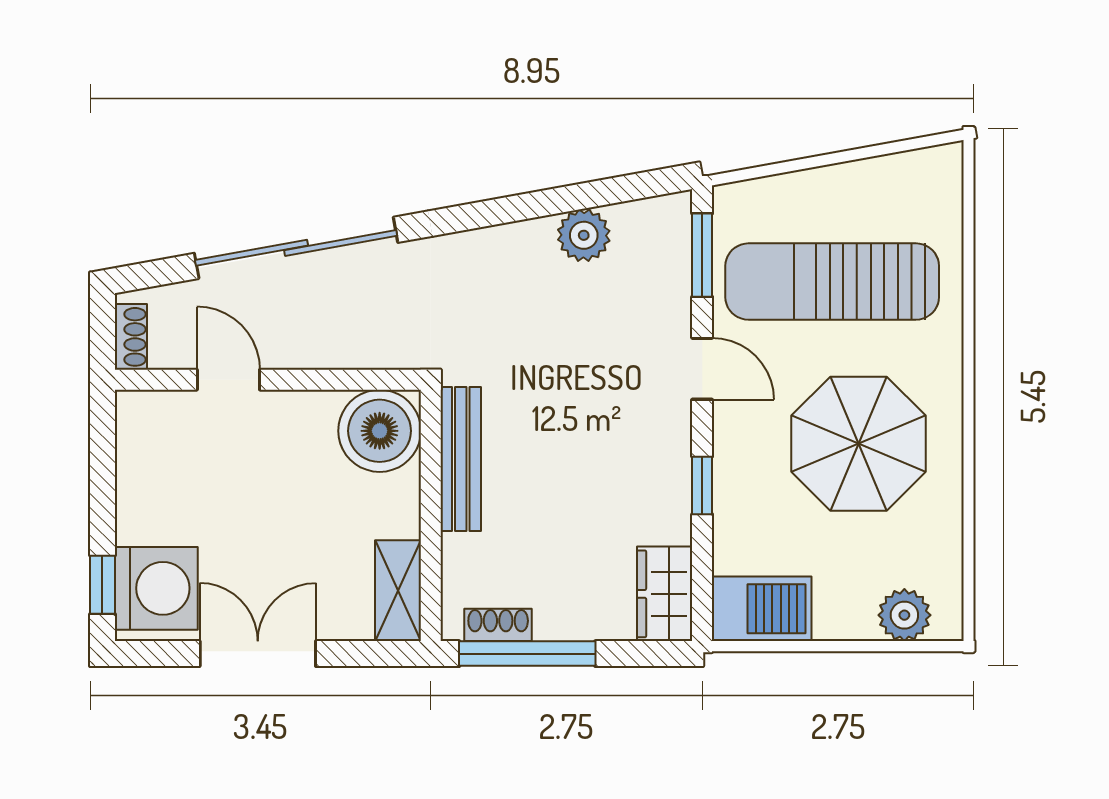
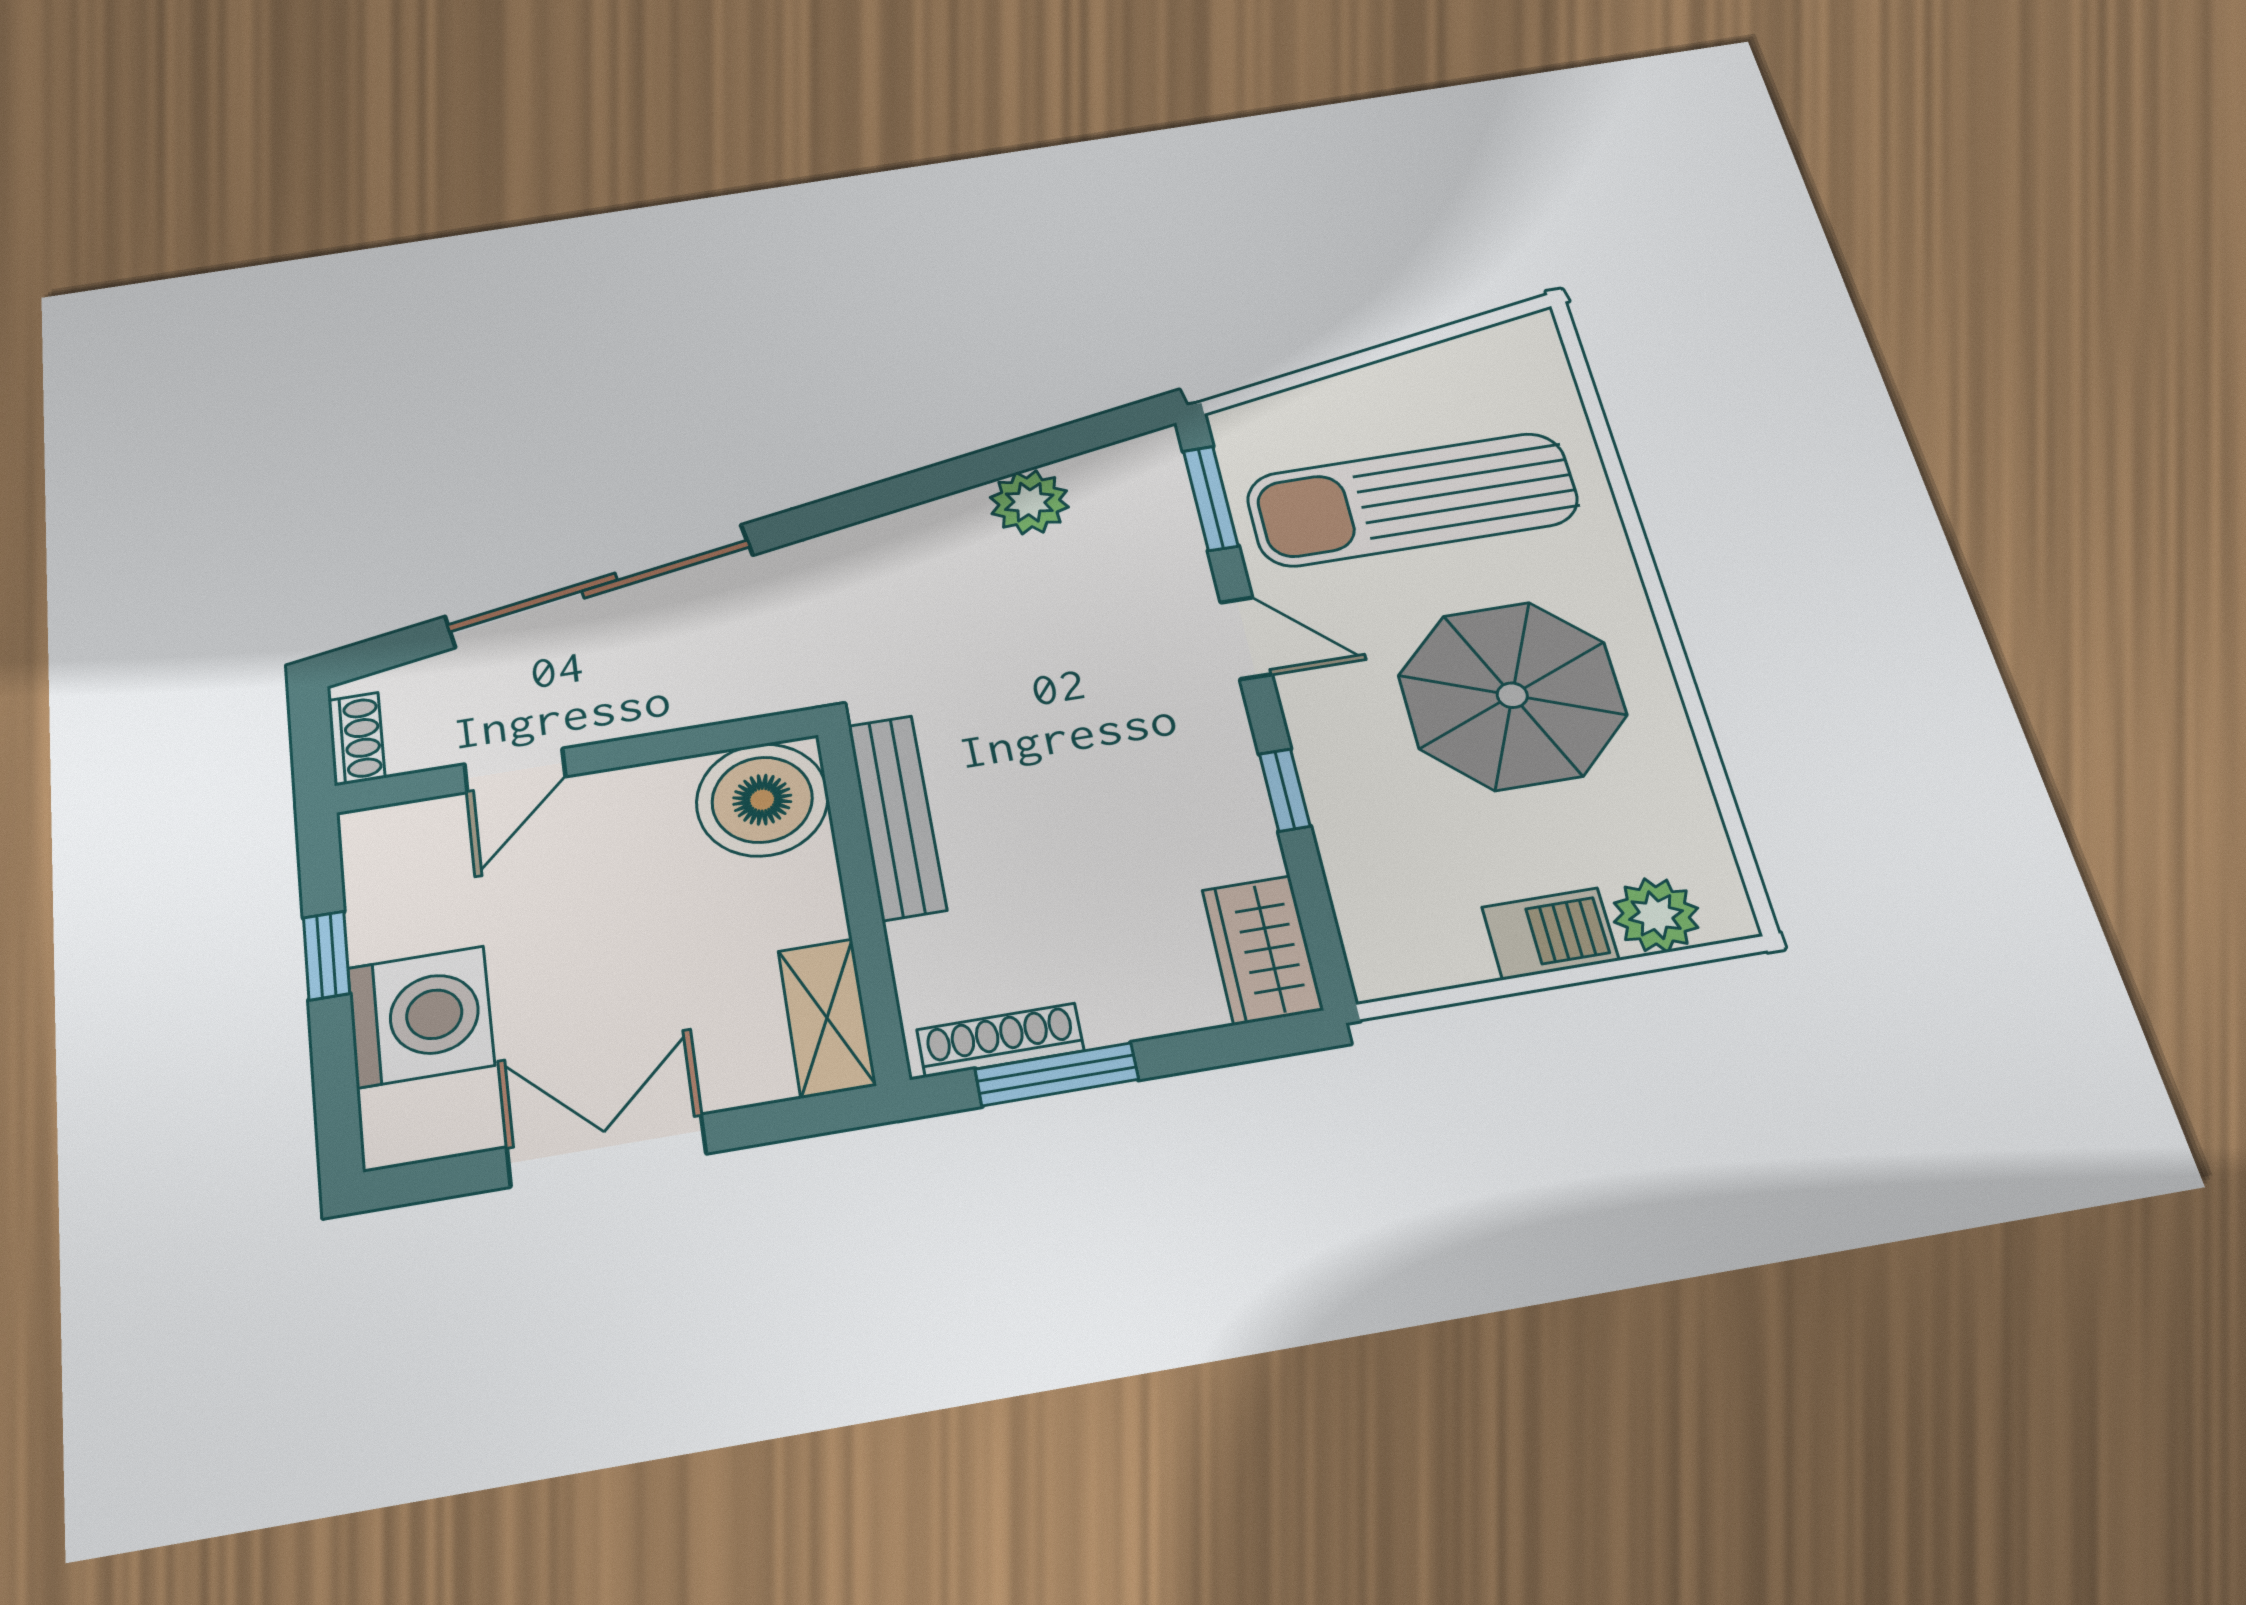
door: (228, 380) -> (515, 770), swing flipped
window: (102, 585) -> (326, 956), moved
washing machine: (156, 588) -> (421, 1017), moved
barbecue: (762, 609) -> (1550, 934), moved, width x0.73, depth x0.79
shoe rack: (498, 625) -> (1000, 1040), width x1.43
window: (527, 654) -> (1057, 1074), width x0.69

